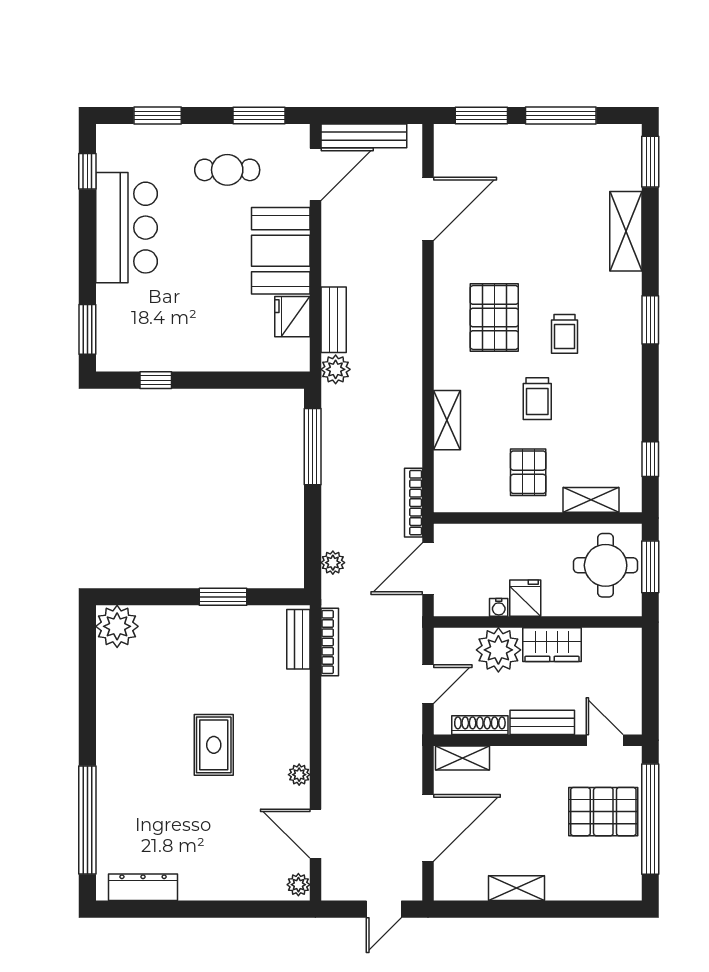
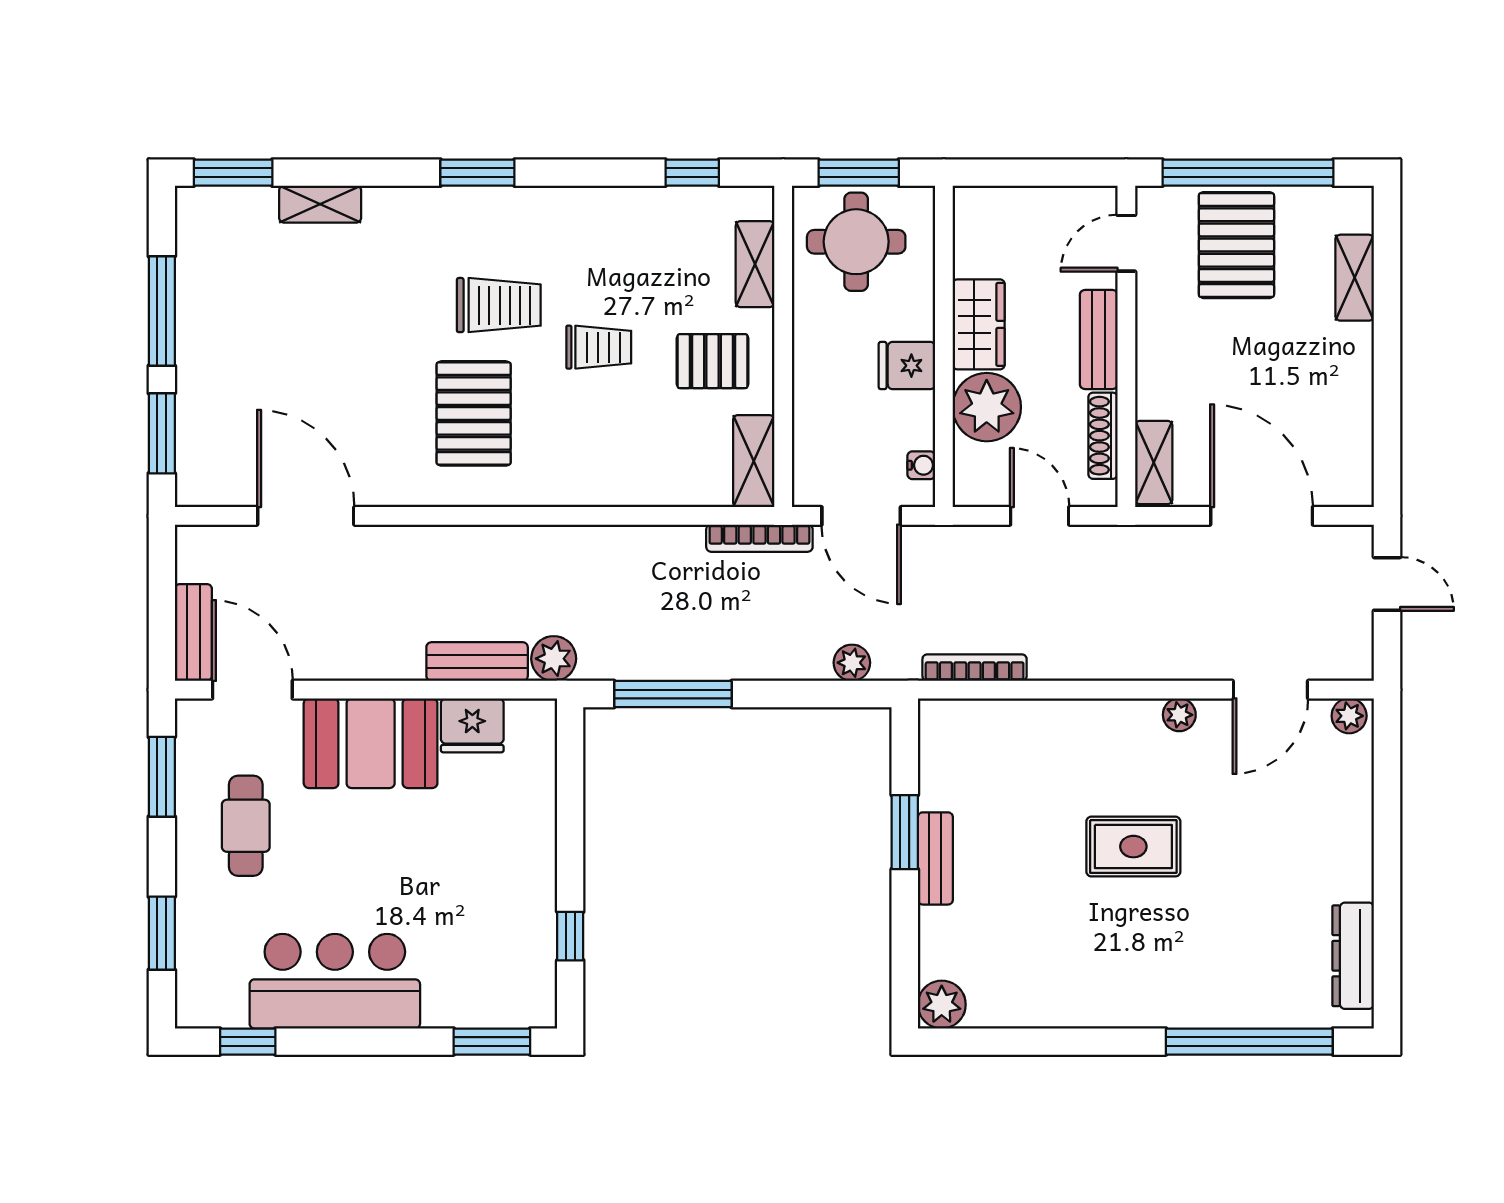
bench: (364, 136) -> (193, 632), width x0.73
shelving: (626, 231) -> (320, 204), width x0.67, depth x0.75
pallet: (494, 318) -> (474, 413), turned 90
trolley: (564, 334) -> (499, 305), width x1.36, depth x1.39
shelving: (447, 420) -> (754, 461), moved, turned 90
water cooler: (499, 607) -> (921, 465), moved
plant: (117, 626) -> (942, 1005), width x0.73, depth x0.73
bench: (298, 639) -> (935, 858), moved, turned 90
shelving: (517, 888) -> (1355, 278), moved

